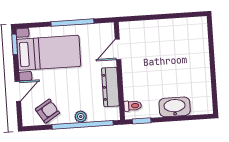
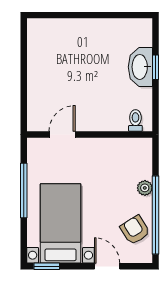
door: (118, 49) -> (62, 135), swing flipped
dresser: (110, 87) -> (110, 147), removed
window: (142, 121) -> (156, 67), moved
window: (83, 125) -> (156, 215), moved

